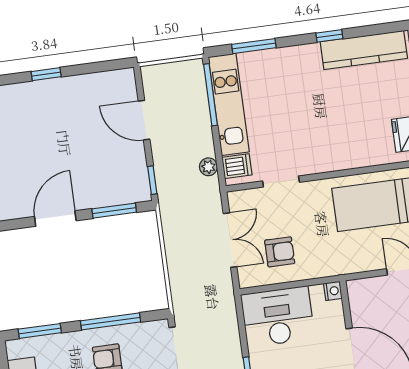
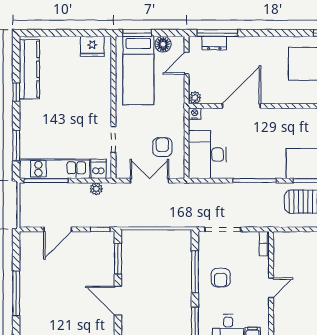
window: (46, 74) -> (16, 293), width x2.17
plant: (355, 288) -> (195, 98), added

